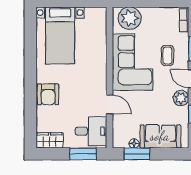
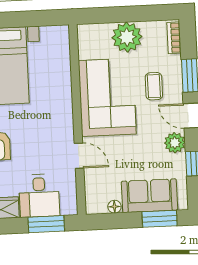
plant: (130, 18) -> (127, 37), moved
desk: (91, 131) -> (39, 196), moved, turned 90
window: (137, 154) -> (160, 219), moved

